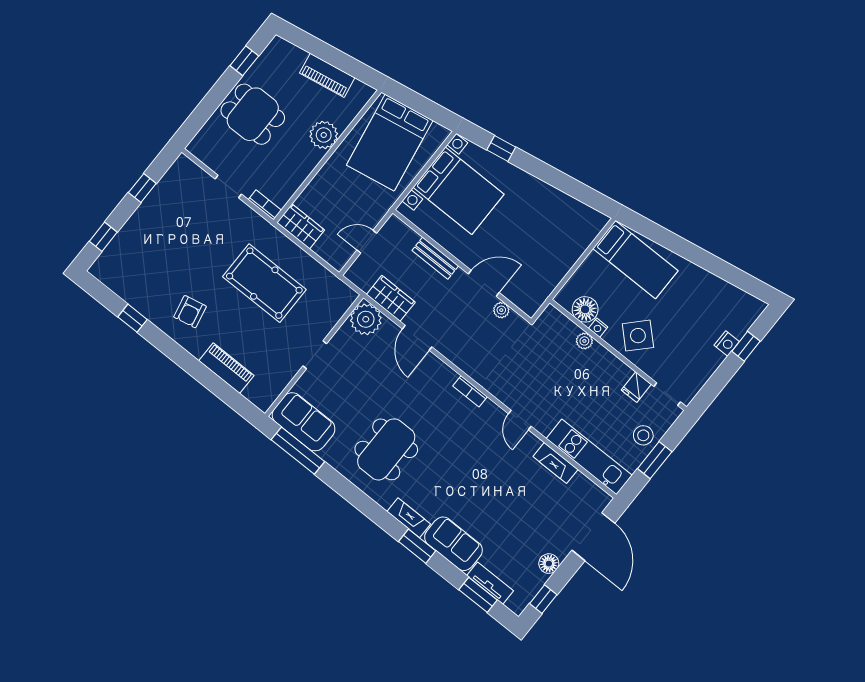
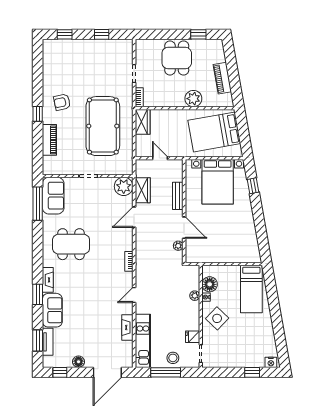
pool table: (264, 283) -> (103, 126), width x1.36, depth x1.32
window: (132, 318) -> (38, 114), moved
nightstand: (727, 343) -> (271, 362), moved
window: (655, 460) -> (166, 372), width x1.44

